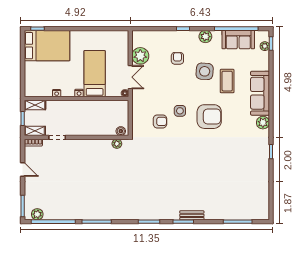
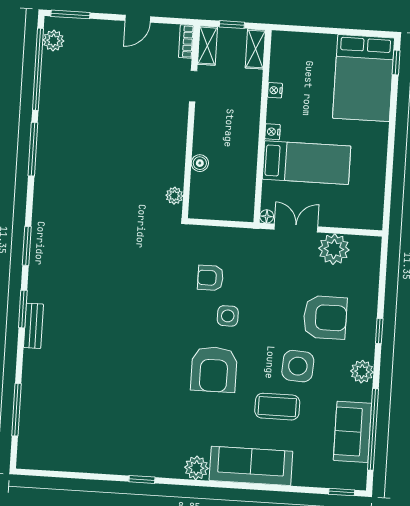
plant: (265, 46) -> (337, 480), removed
armchair: (177, 58) -> (325, 317), width x1.88, depth x1.88
double door: (130, 77) -> (296, 228), swing flipped
armchair: (160, 121) -> (210, 278), turned 90
boiler: (121, 131) -> (200, 163), moved

